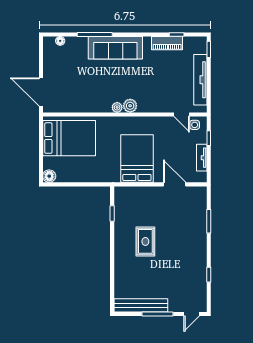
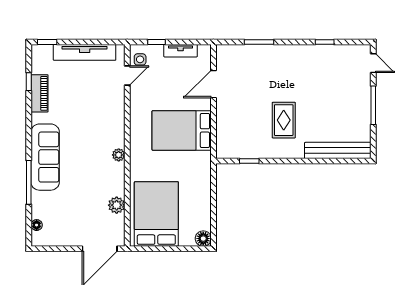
plant: (130, 106) -> (117, 205), moved
rug: (145, 241) -> (284, 120), turned 90
bench: (141, 305) -> (338, 150), moved, turned 90

